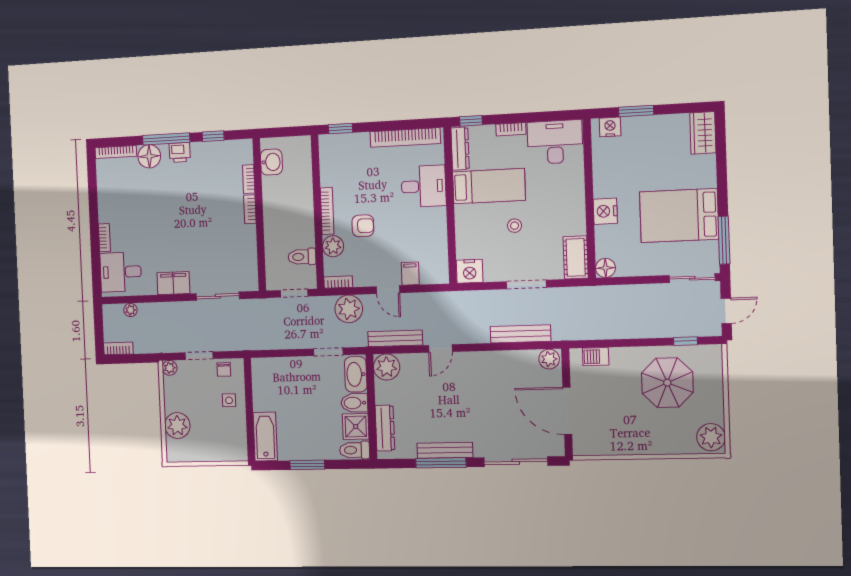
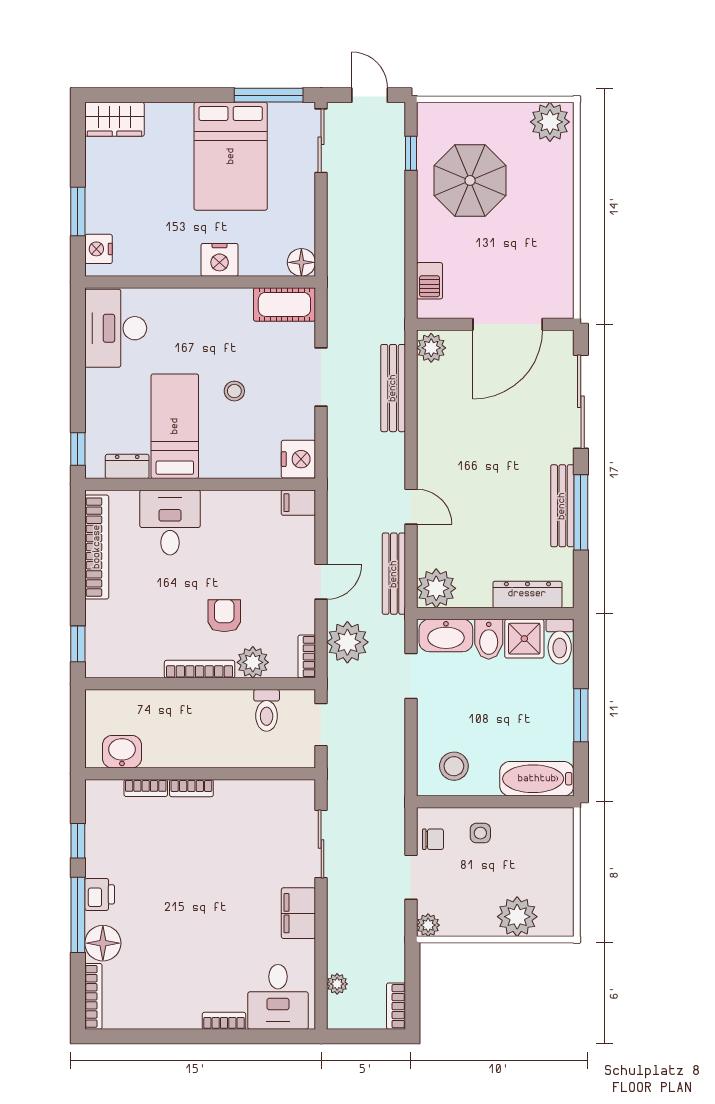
bookcase: (511, 129) -> (94, 391), removed
dresser: (460, 149) -> (127, 466), width x0.70
filing cabinet: (410, 274) -> (298, 503), moved
stool: (271, 382) -> (454, 766), added

